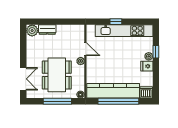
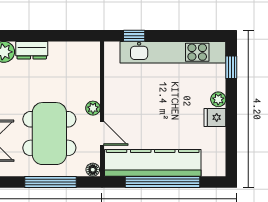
window: (116, 22) -> (134, 36), moved
door: (85, 49) -> (102, 133), moved
window: (156, 52) -> (231, 67), moved
dishwasher: (146, 92) -> (214, 166), removed

